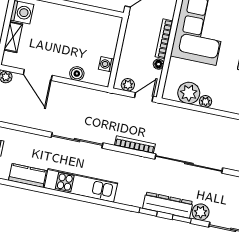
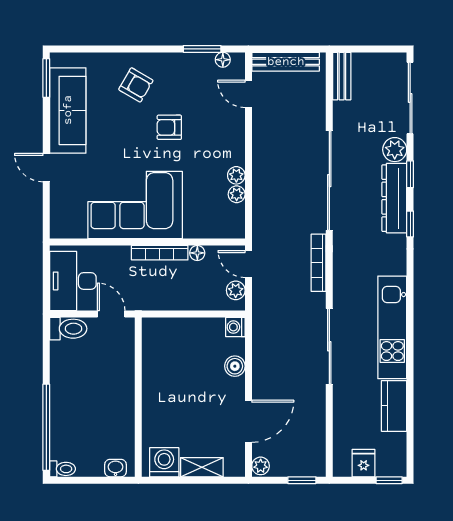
washing machine: (106, 64) -> (235, 327), moved, turned 90
plant: (189, 93) -> (237, 194), width x0.53, depth x0.53

